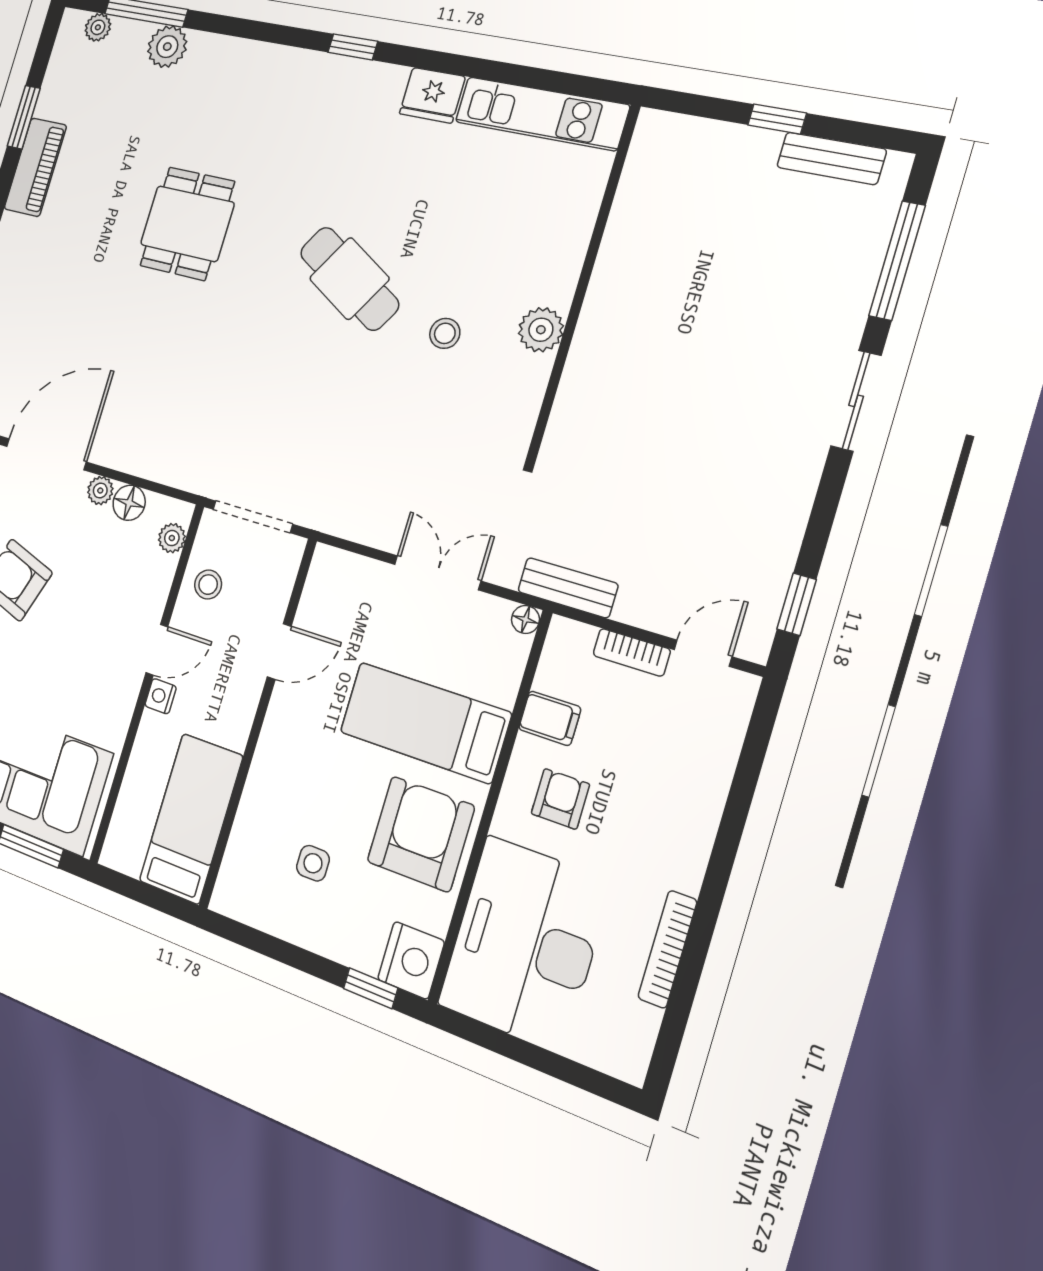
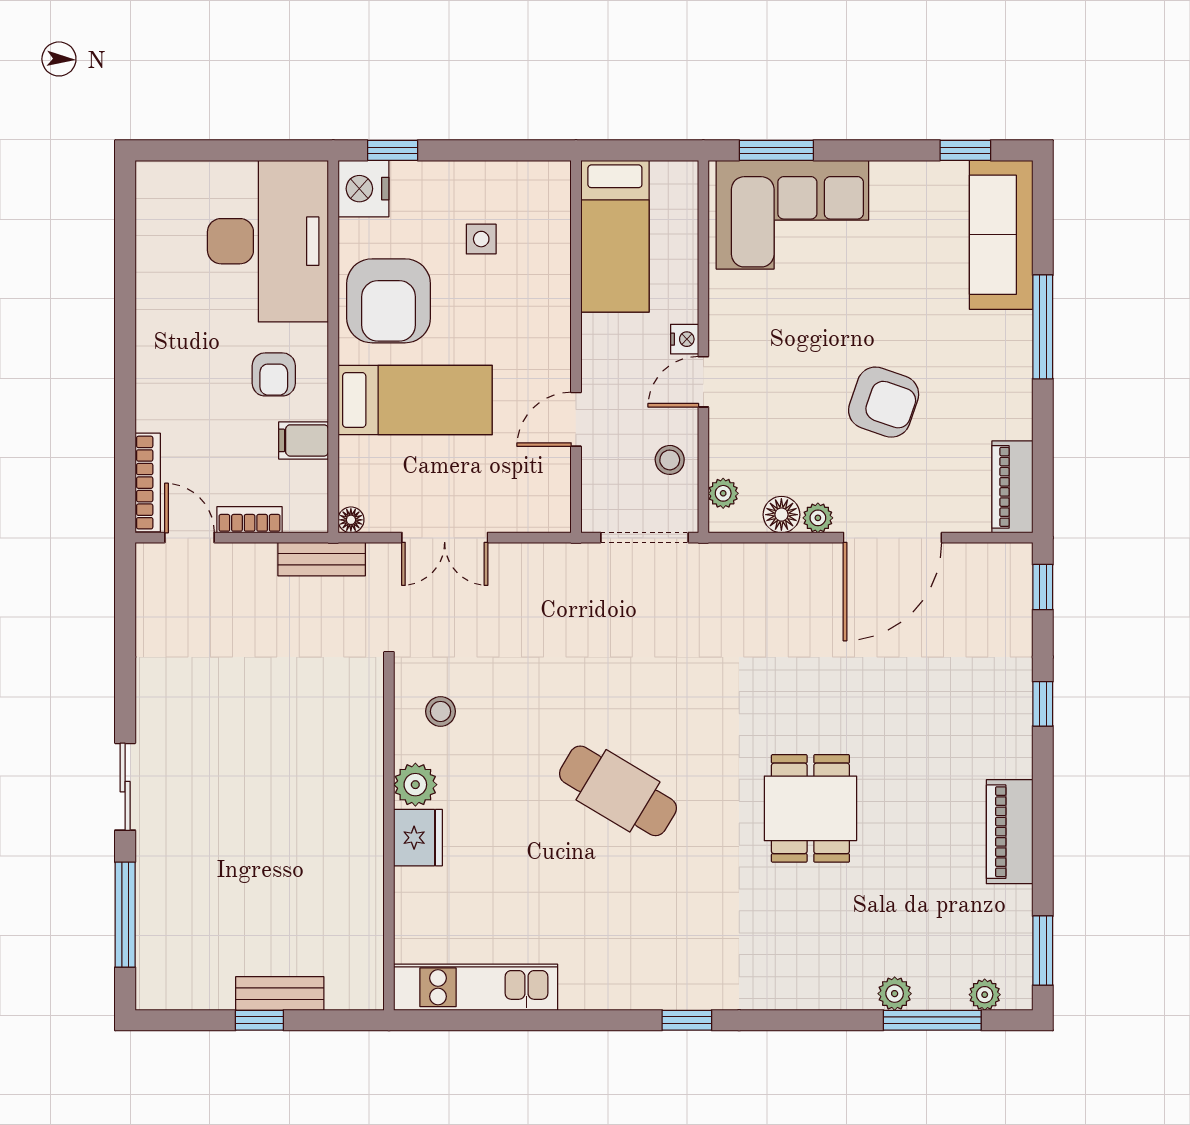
plant: (167, 47) -> (895, 994), width x0.73, depth x0.73
fridge: (432, 95) -> (418, 838), moved, turned 90
window: (24, 117) -> (1043, 951), moved
bench: (831, 158) -> (280, 994), moved
stool: (445, 333) -> (441, 711), moved
window: (797, 604) -> (125, 602), removed
door: (703, 653) -> (189, 538), swing flipped
bookcase: (667, 949) -> (148, 483), moved

